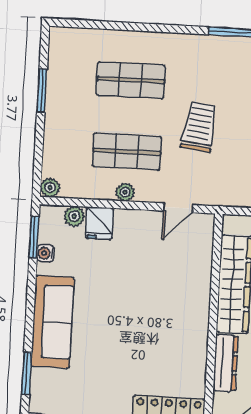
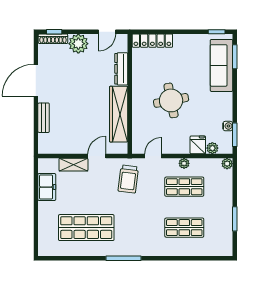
trolley: (199, 127) -> (128, 179), moved
round table: (142, 303) -> (171, 100), added
sofa: (53, 322) -> (222, 65), moved

